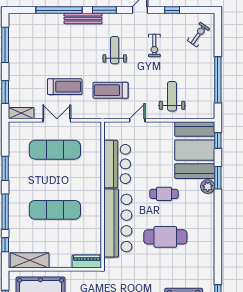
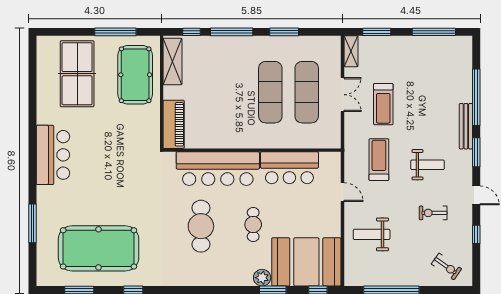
weight bench: (172, 96) -> (372, 234), turned 180
exercise mat: (55, 210) -> (270, 92), moved
piano: (87, 262) -> (174, 124), width x1.37, depth x1.33

